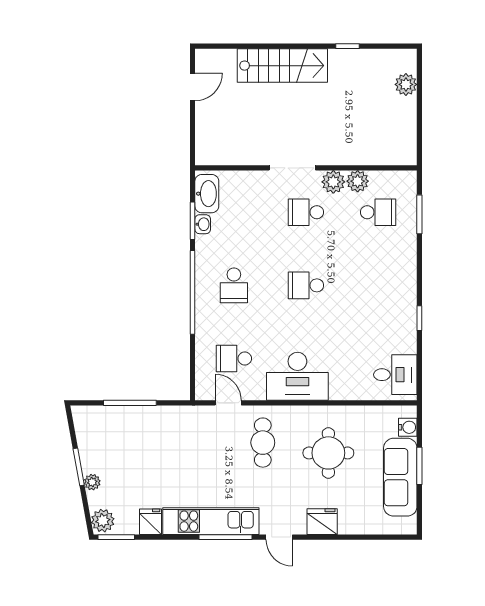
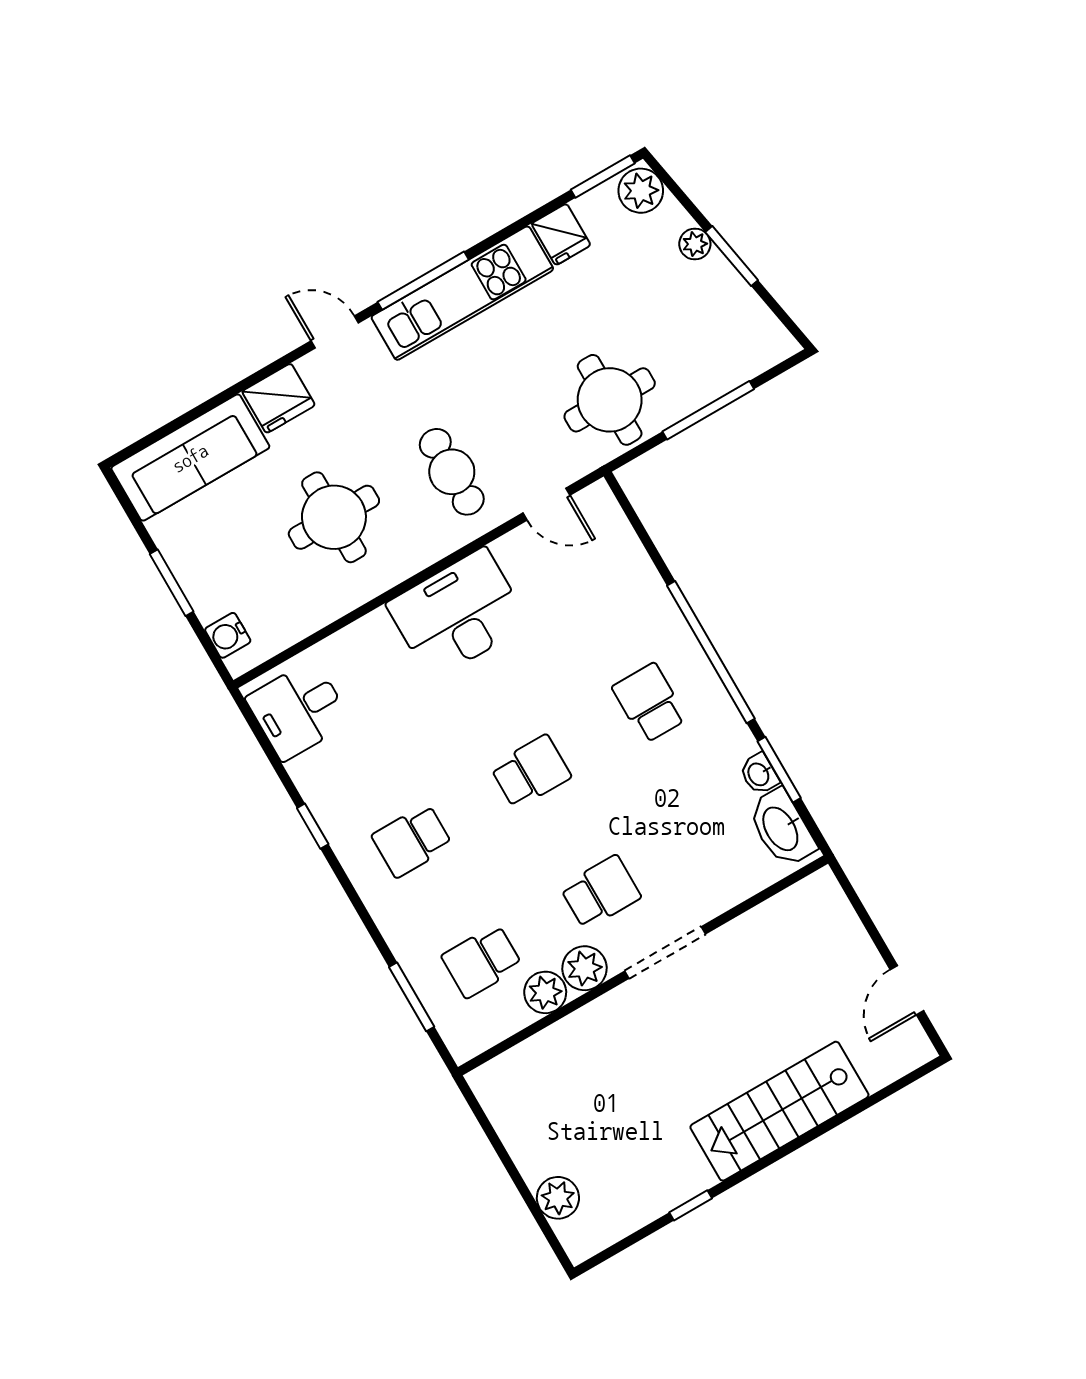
school desk: (234, 359) -> (412, 841), moved, turned 180
round table: (172, 434) -> (610, 400), added
sofa: (400, 477) -> (190, 458), moved, turned 90

